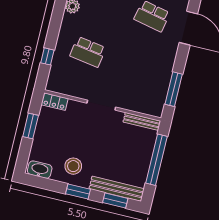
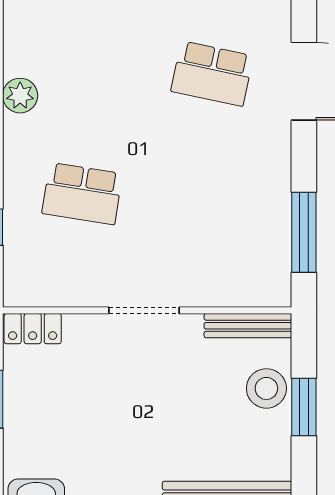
window: (157, 160) -> (304, 407), width x0.47
stool: (73, 166) -> (266, 388), moved

